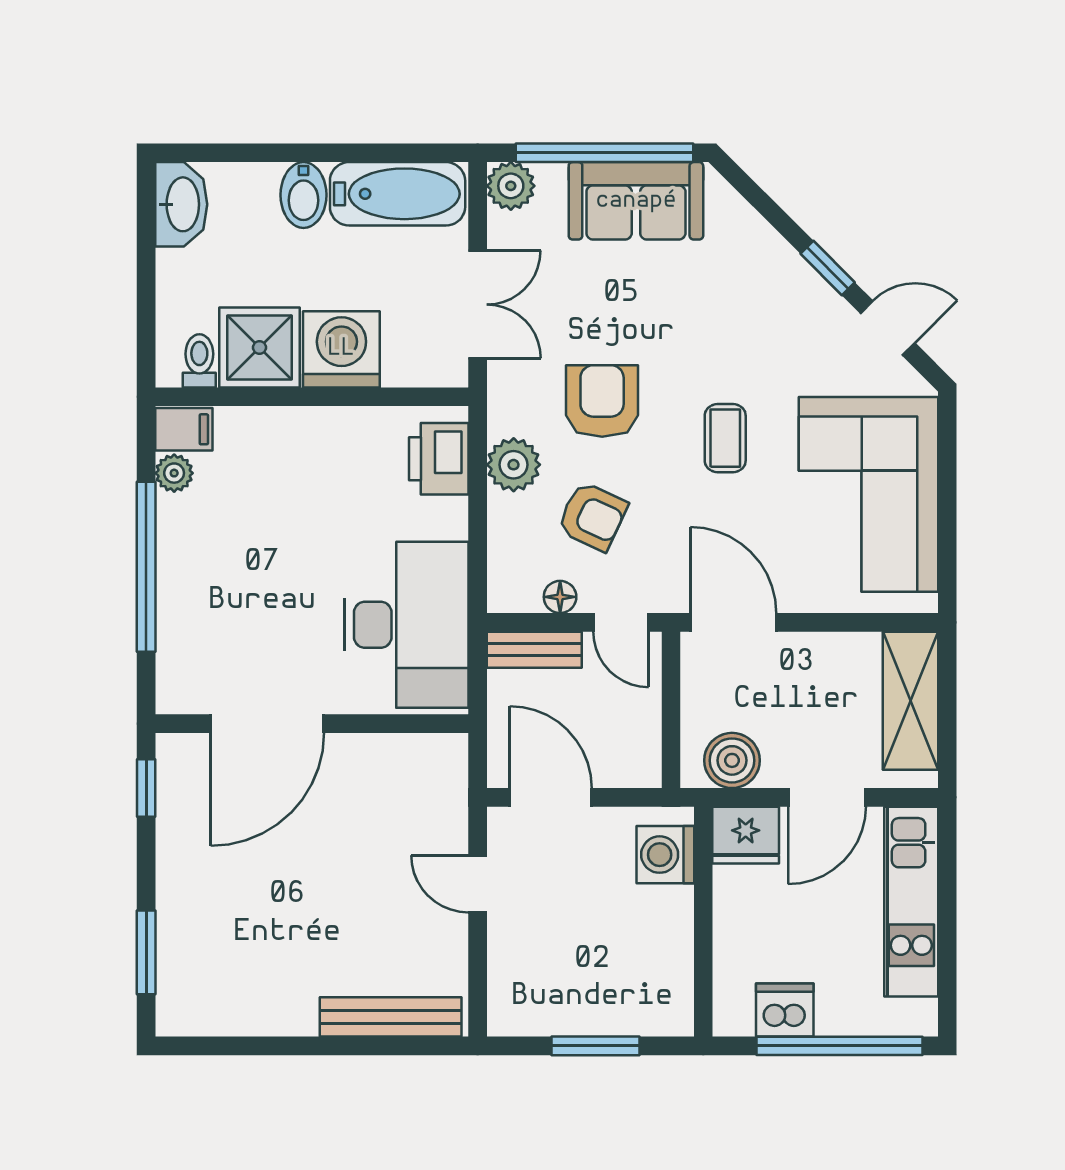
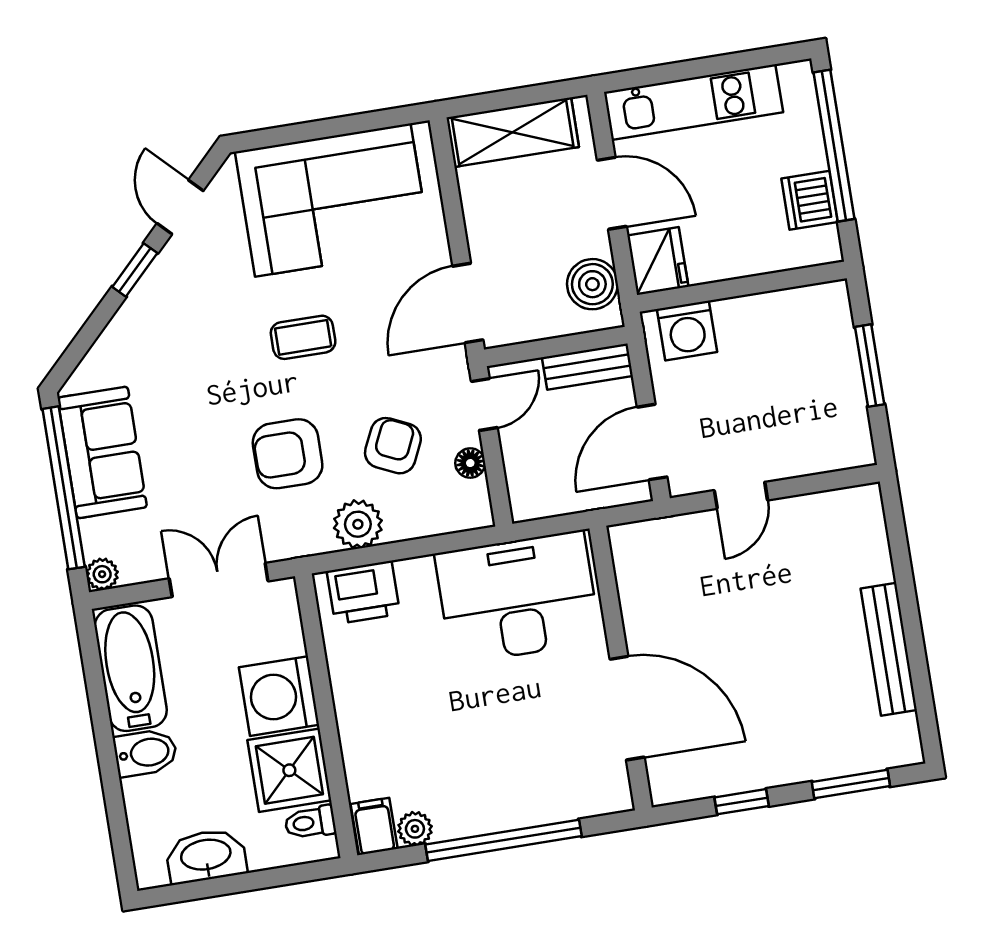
plant: (511, 186) -> (102, 574), width x0.73, depth x0.73
washbasin: (181, 204) -> (206, 856), moved
bench: (534, 650) -> (587, 367), moved, turned 90
window: (146, 788) -> (742, 802), moved
bench: (391, 1017) -> (889, 649), moved

